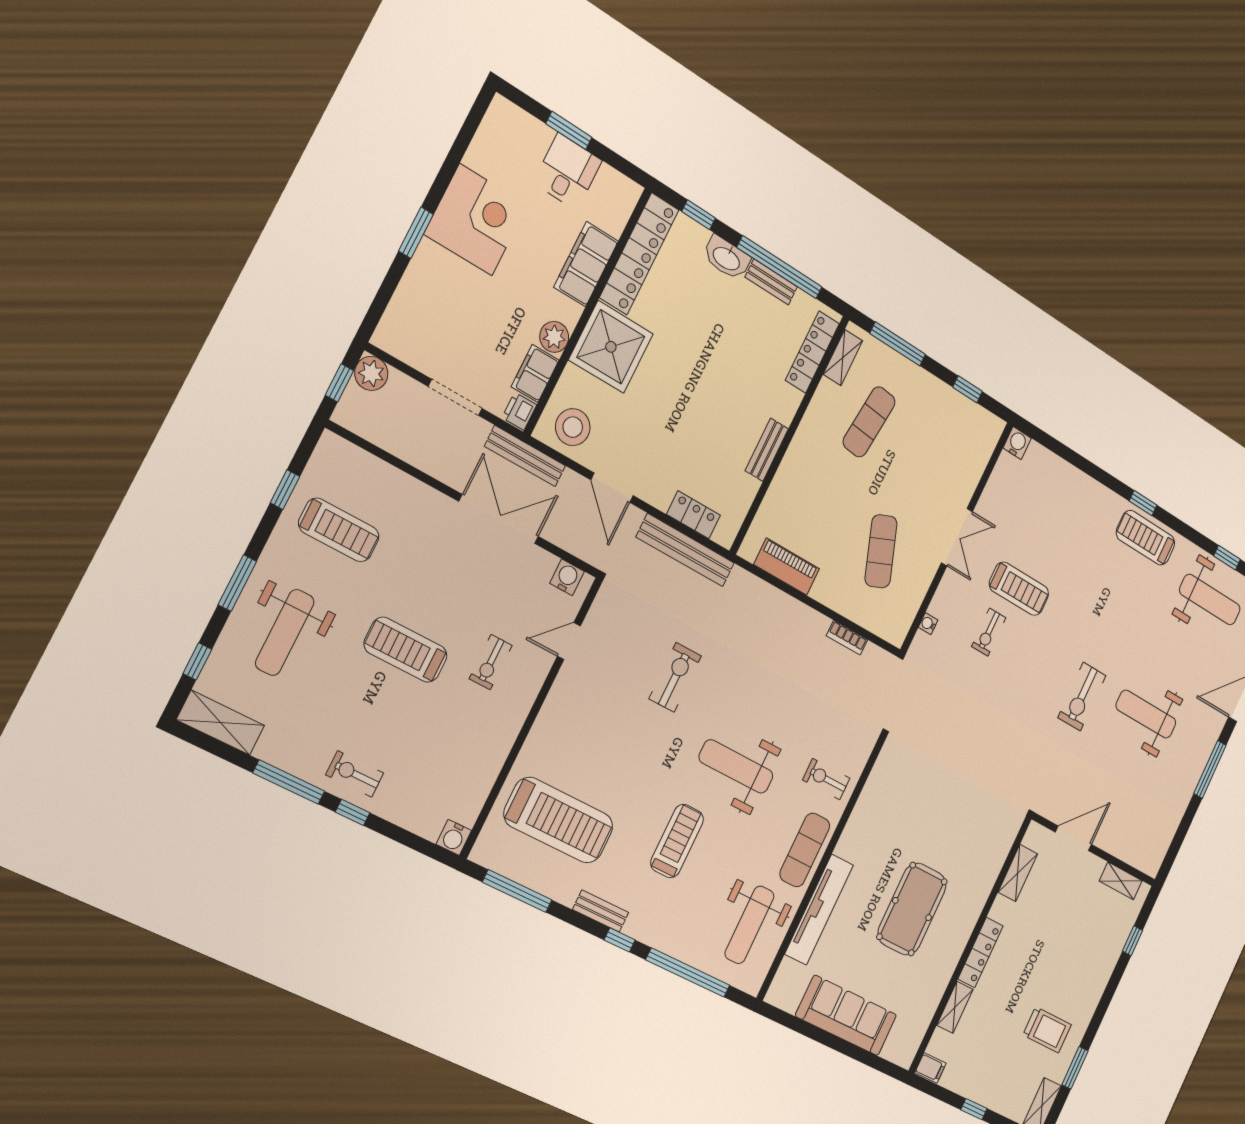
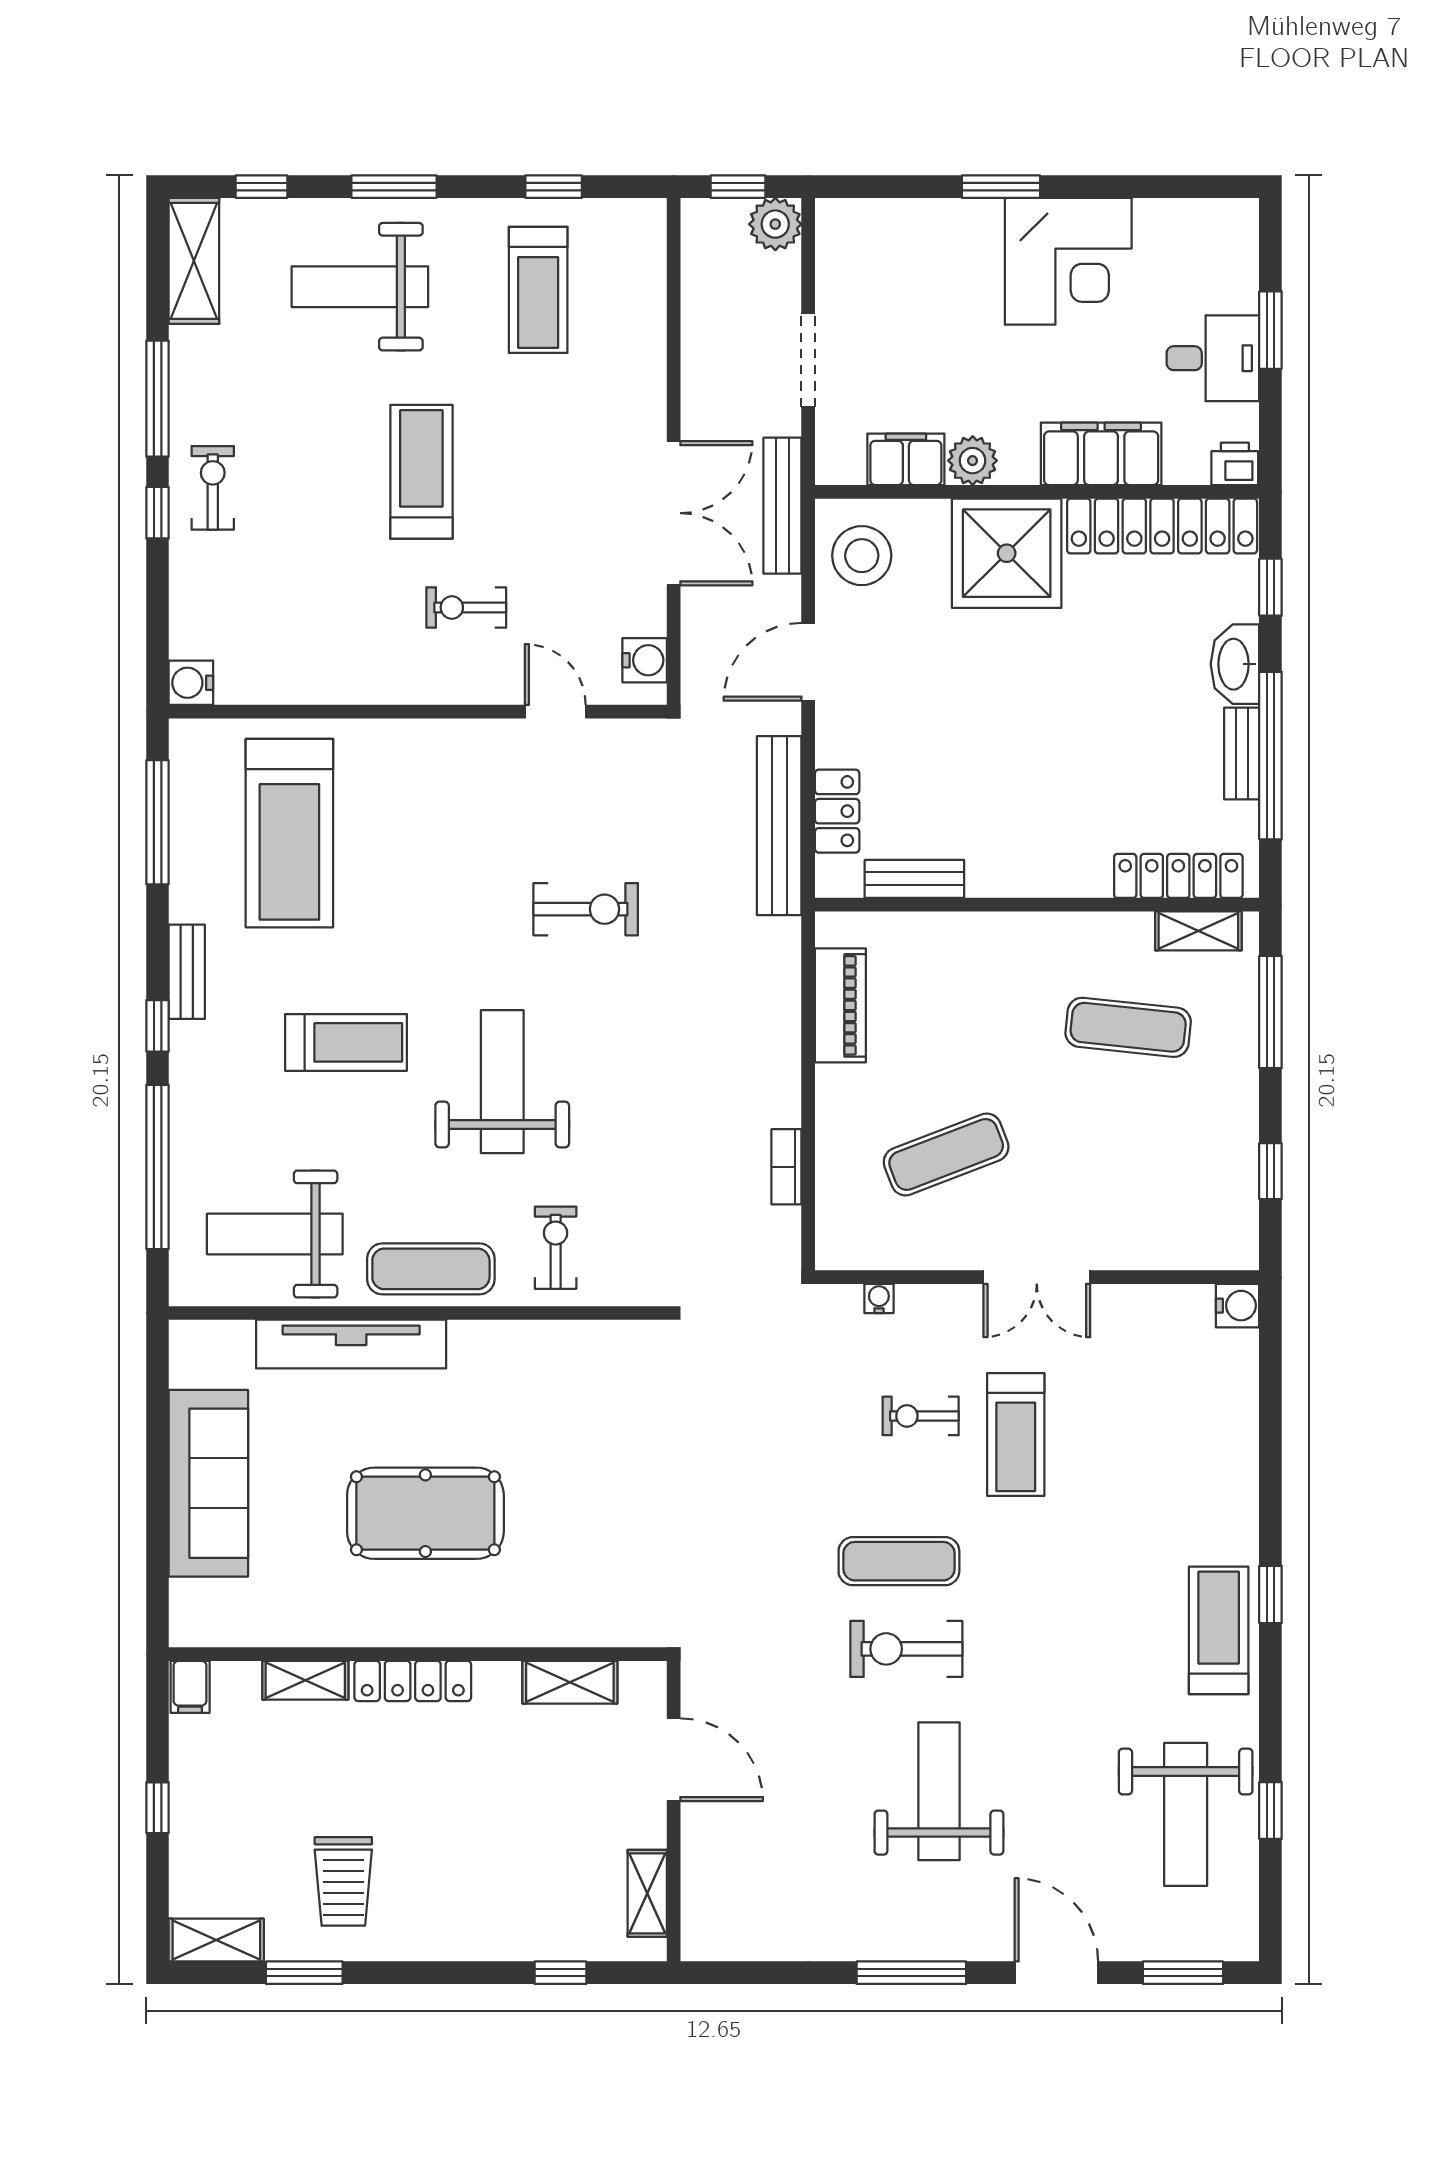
printer: (519, 411) -> (1235, 464), moved
bench: (767, 450) -> (914, 879), moved
exercise mat: (1044, 679) -> (899, 1561), added

